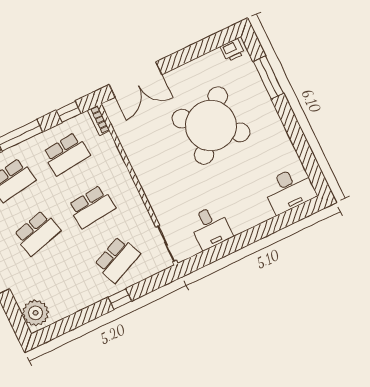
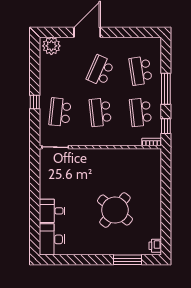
double door: (135, 80) -> (166, 177), removed
round table: (211, 126) -> (115, 210), width x0.73, depth x0.73
desk: (210, 227) -> (52, 211), moved
school desk: (37, 233) -> (100, 71), turned 39
school desk: (117, 259) -> (60, 112), turned 30

